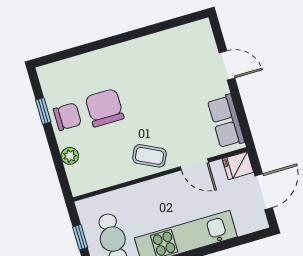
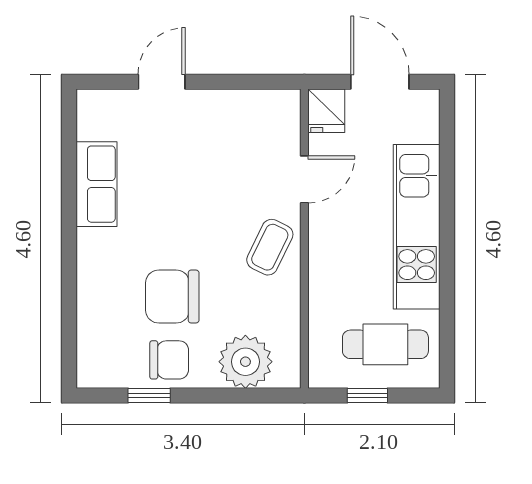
chair: (67, 117) -> (169, 360), turned 90
row of seats: (226, 121) -> (96, 184), moved, turned -90
plant: (70, 156) -> (245, 362), width x1.88, depth x1.88

